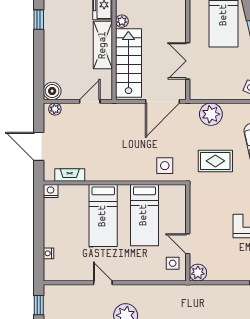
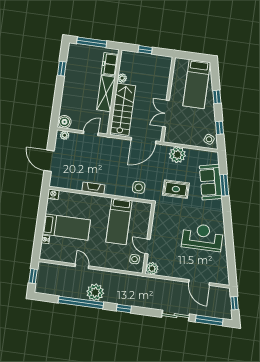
fireplace: (70, 175) -> (93, 188), moved
bed: (103, 216) -> (66, 227), moved, turned -90

